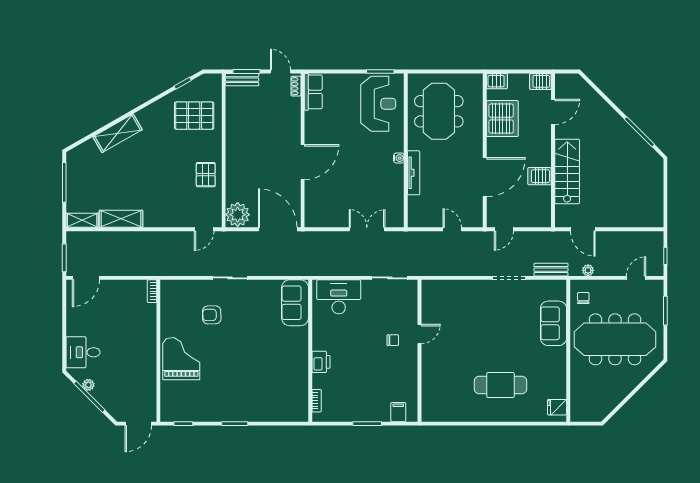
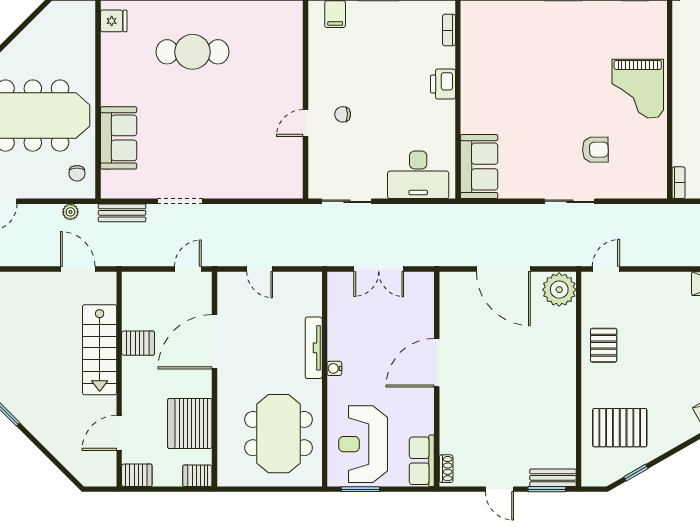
shoe rack: (296, 86) -> (446, 469), moved
row of seats: (313, 92) -> (422, 461), moved
wall: (303, 150) -> (437, 379), moved
door: (303, 162) -> (437, 363), moved

